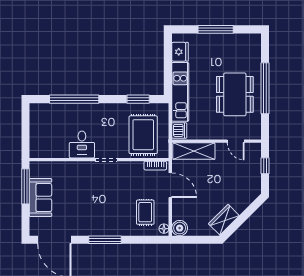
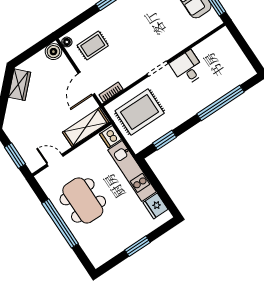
window: (216, 29) -> (137, 246), width x0.69
rug: (143, 135) -> (140, 112), turned 90
window: (265, 166) -> (15, 156), width x1.50
door: (170, 185) -> (86, 84), hinge flipped
rug: (145, 212) -> (93, 45), turned 90

